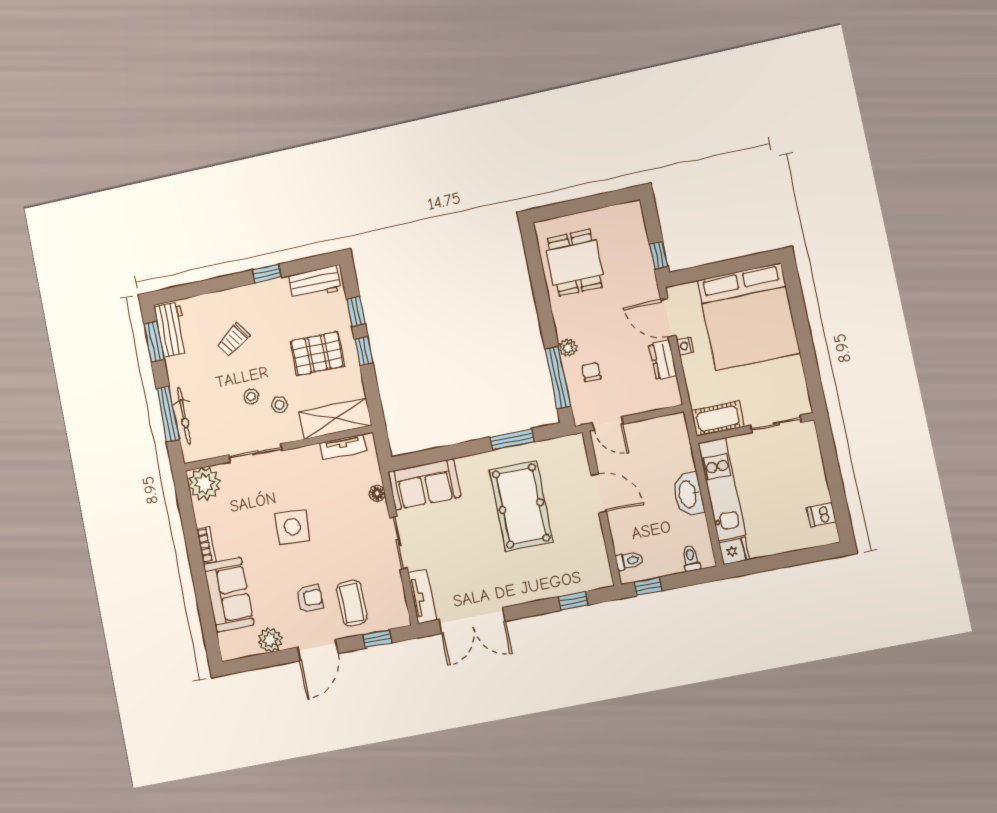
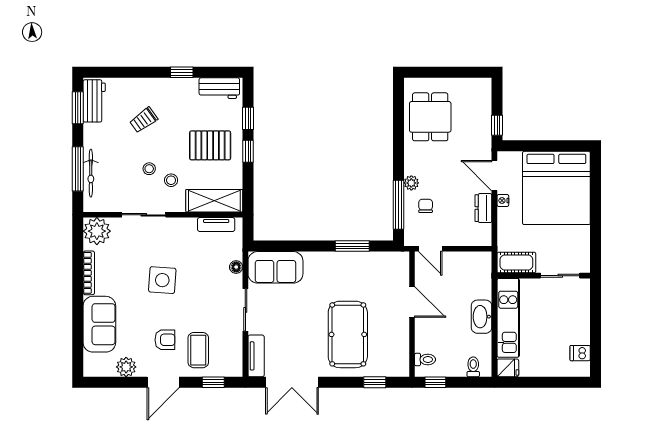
pool table: (521, 506) -> (348, 334), moved
bookcase: (206, 545) -> (89, 273), width x1.56

